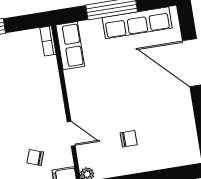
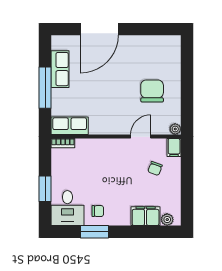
row of seats: (137, 23) -> (60, 69), width x0.68
chair: (129, 139) -> (152, 91), width x1.87, depth x1.87

